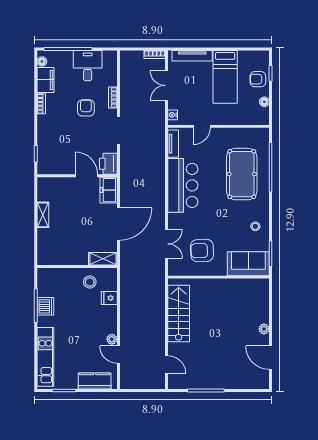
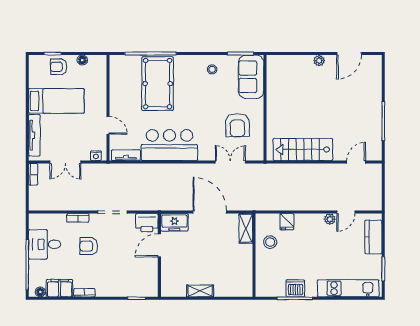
armchair: (258, 79) -> (59, 67), turned 90
pool table: (242, 174) -> (158, 84), turned 90

